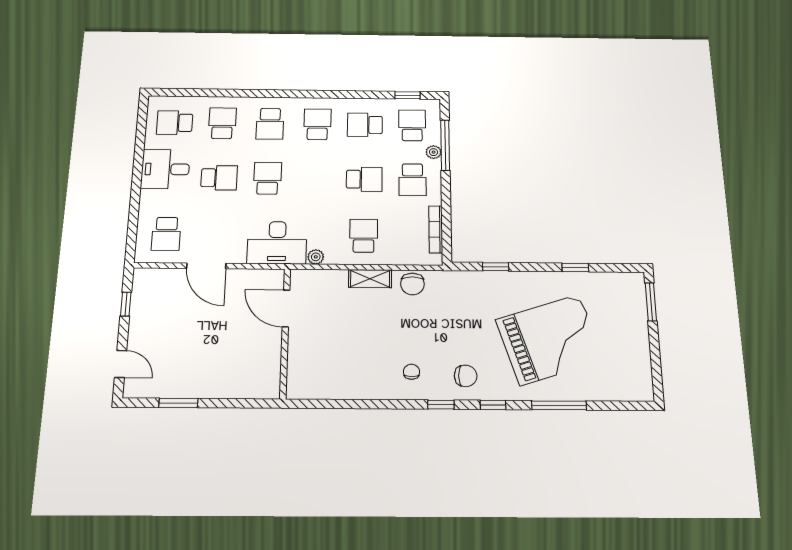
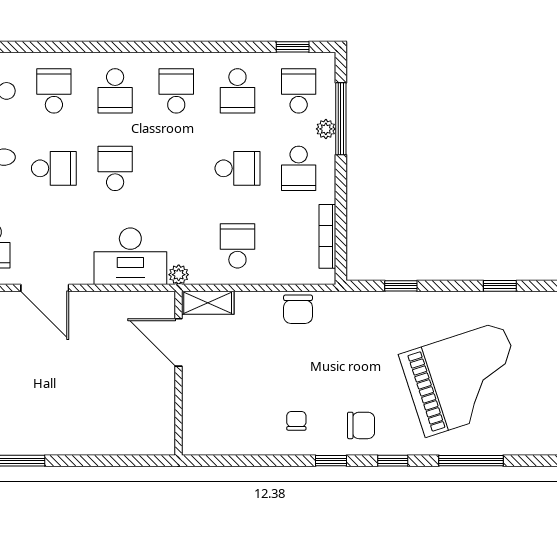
school desk: (365, 125) -> (237, 91), turned -90
shelving: (370, 279) -> (208, 303), moved
door: (286, 308) -> (179, 342), moved
wall: (285, 333) -> (179, 373), moved

